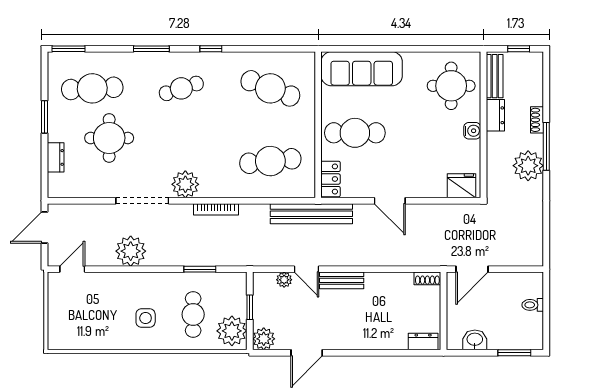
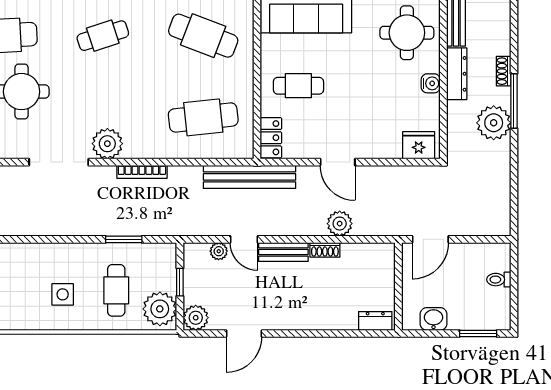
dresser: (495, 115) -> (457, 74), width x1.44
cafe table: (355, 133) -> (298, 86), width x0.73, depth x0.74
plant: (131, 251) -> (340, 224), moved, width x0.73, depth x0.73
shoe rack: (427, 278) -> (325, 250), moved

